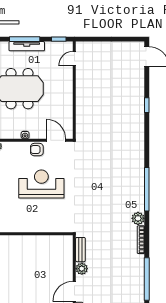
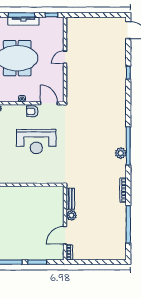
door: (74, 59) -> (65, 57), moved
reception desk: (41, 184) -> (36, 141), turned 180
plant: (138, 218) -> (121, 153), moved

